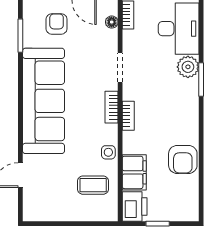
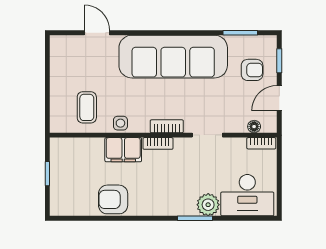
filing cabinet: (134, 172) -> (123, 150), moved
printer: (135, 206) -> (65, 150), removed

